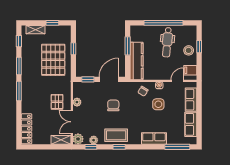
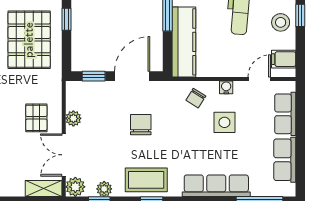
row of seats: (154, 138) -> (216, 186), width x1.48

